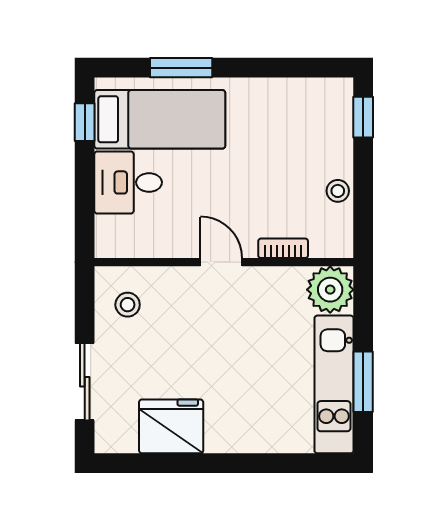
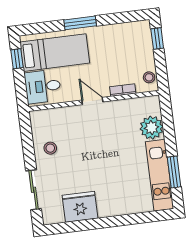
window: (181, 68) -> (80, 23), moved
bookcase: (283, 248) -> (123, 90), moved
door: (221, 262) -> (92, 101), moved
wall: (224, 262) -> (94, 101), moved

